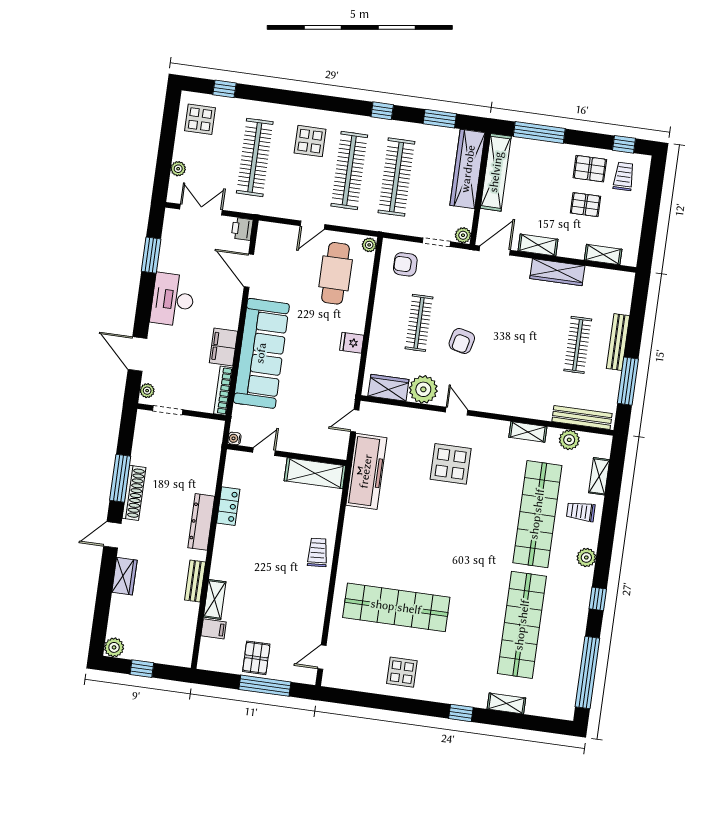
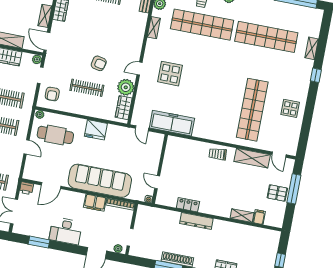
fridge: (352, 343) -> (96, 130), width x1.88, depth x1.34
shelving: (315, 473) -> (252, 158), moved, turned 90
bench: (195, 581) -> (231, 226), removed

